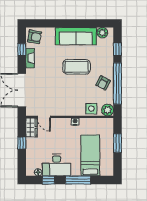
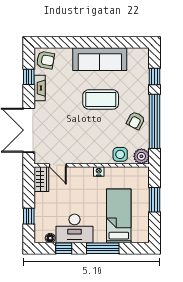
plant: (102, 33) -> (135, 55), removed
window: (22, 143) -> (29, 216), moved

